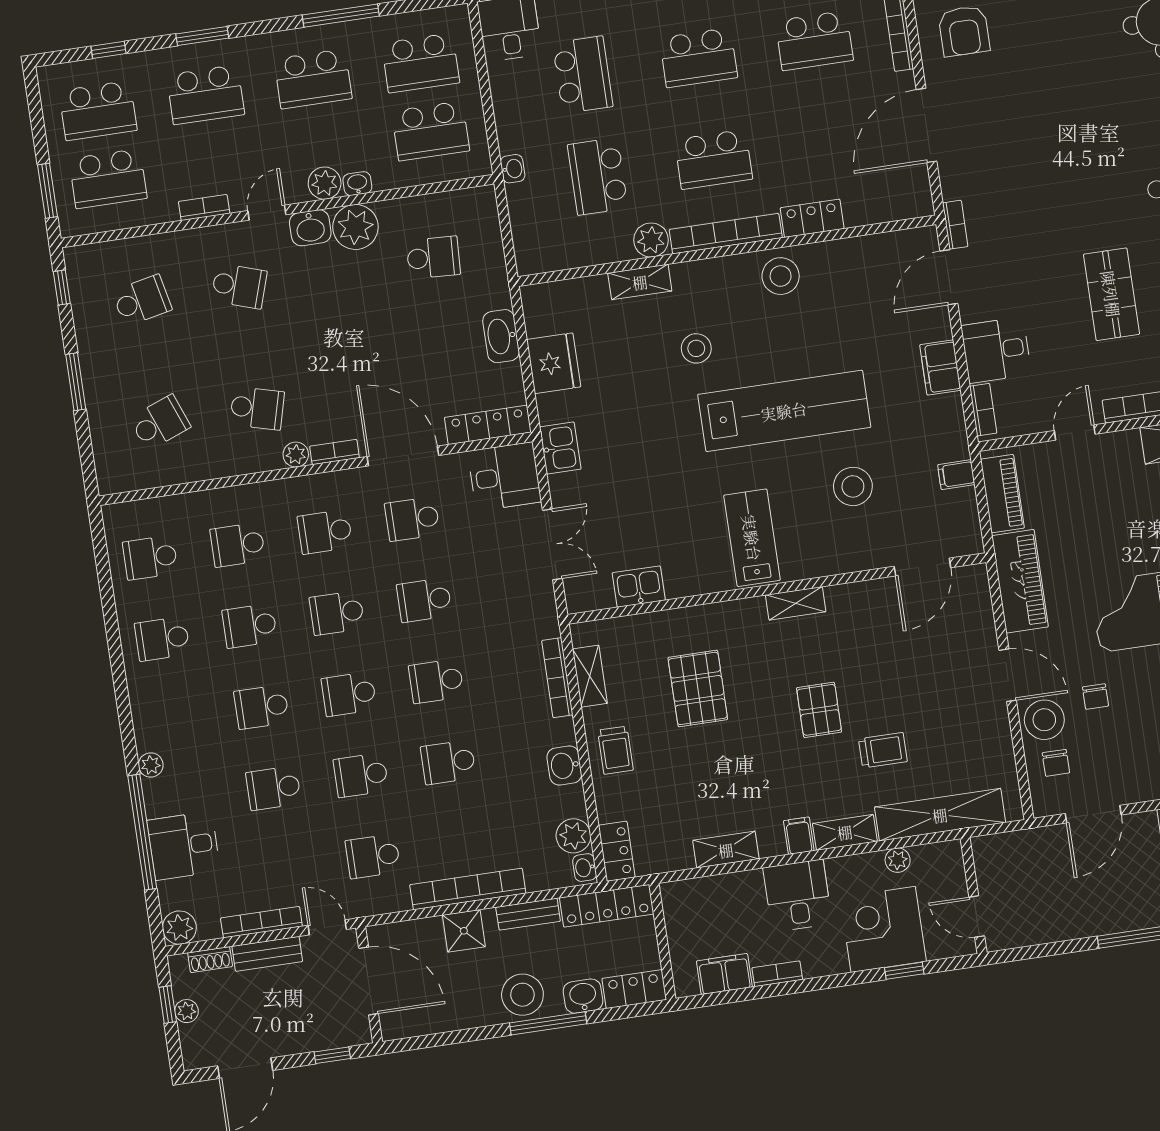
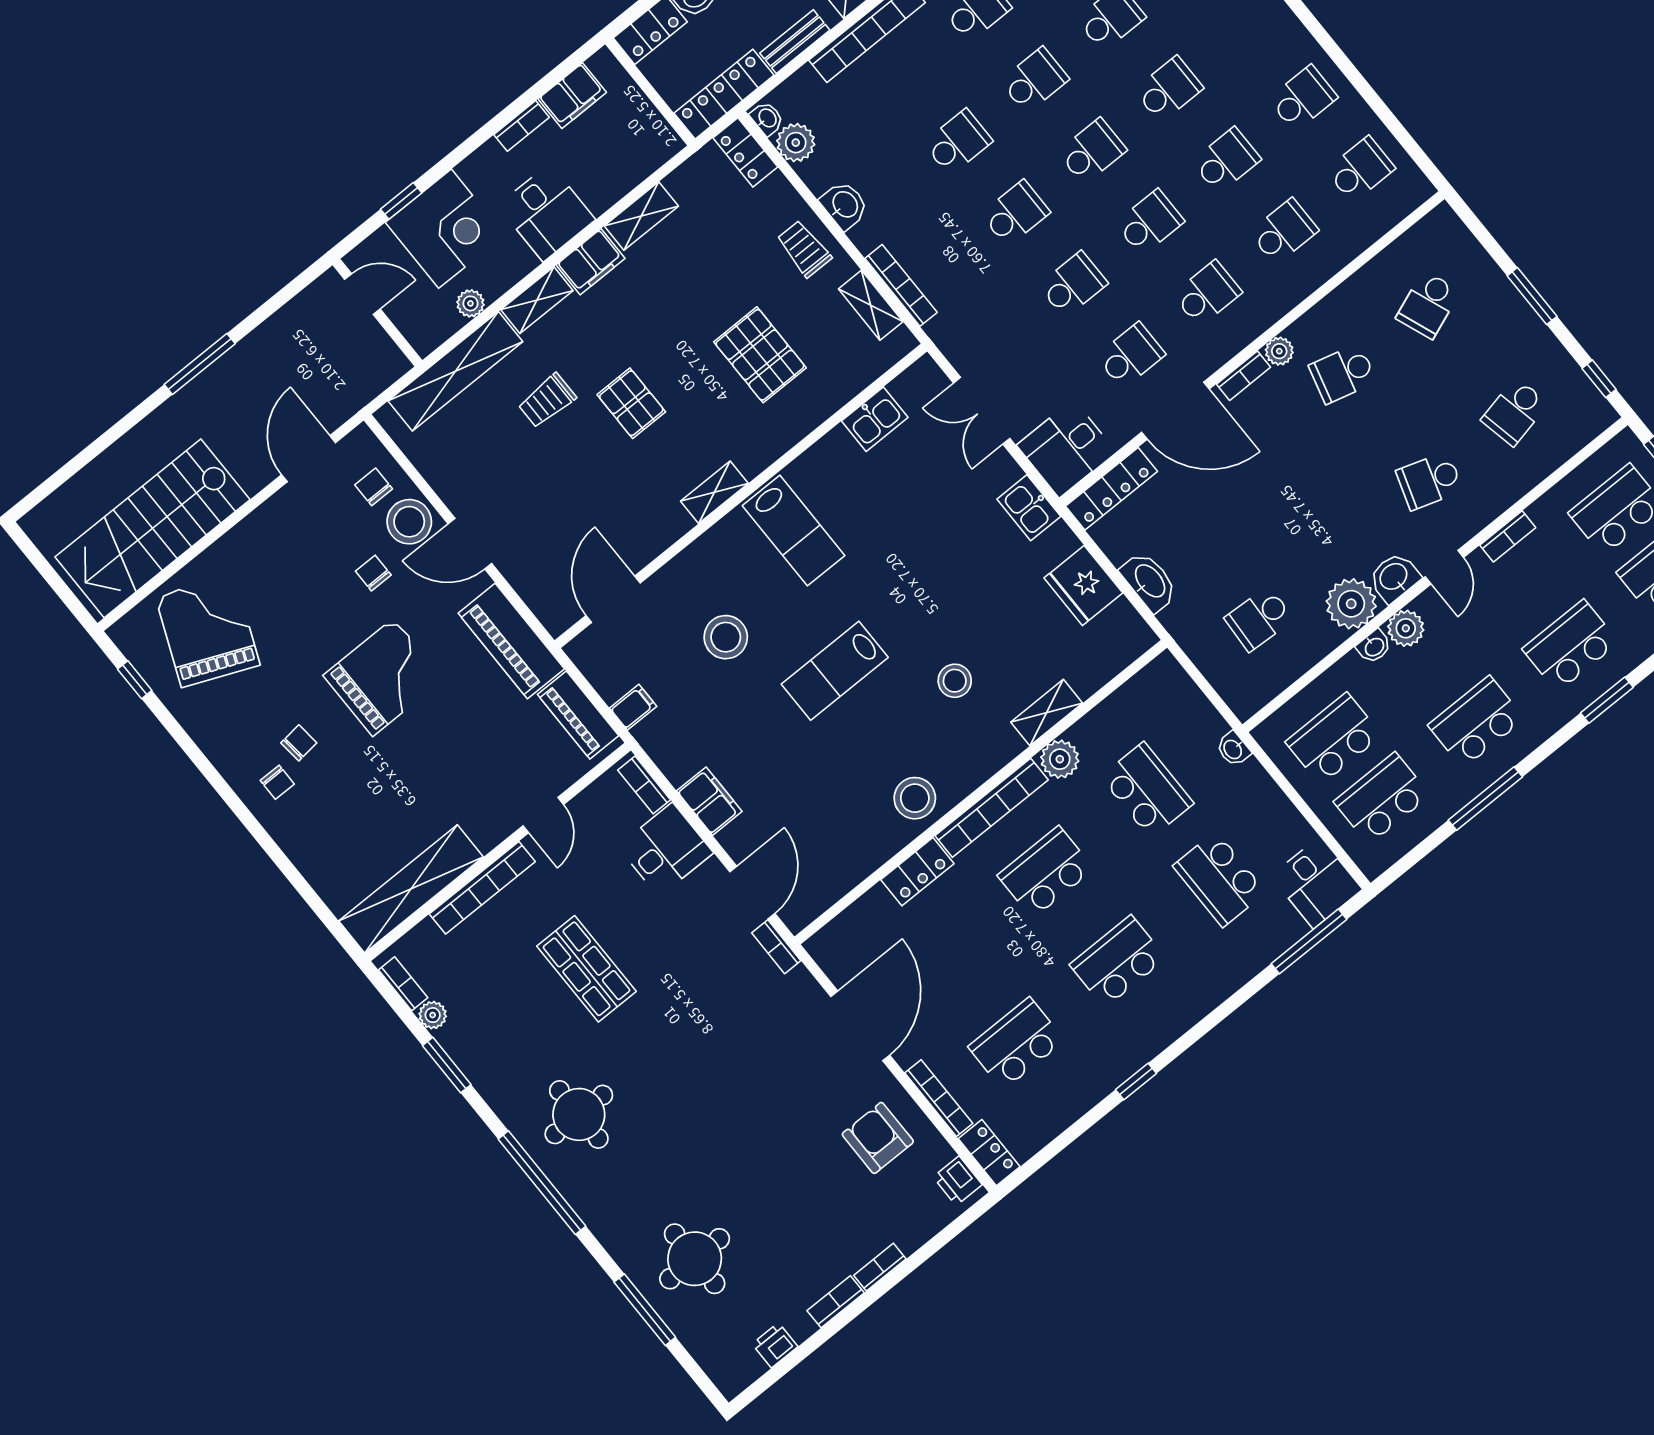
lab bench: (784, 411) -> (835, 671), width x0.54, depth x0.72
filing cabinet: (799, 836) -> (591, 262), width x2.00

